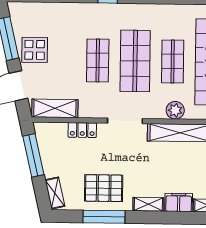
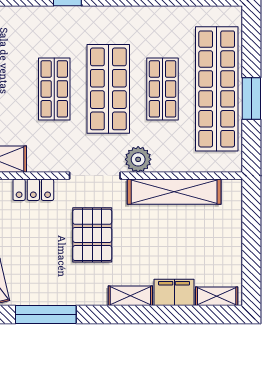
plant: (175, 110) -> (138, 159), moved
pallet: (104, 188) -> (92, 235), moved, turned 90
window: (104, 217) -> (46, 315), moved

